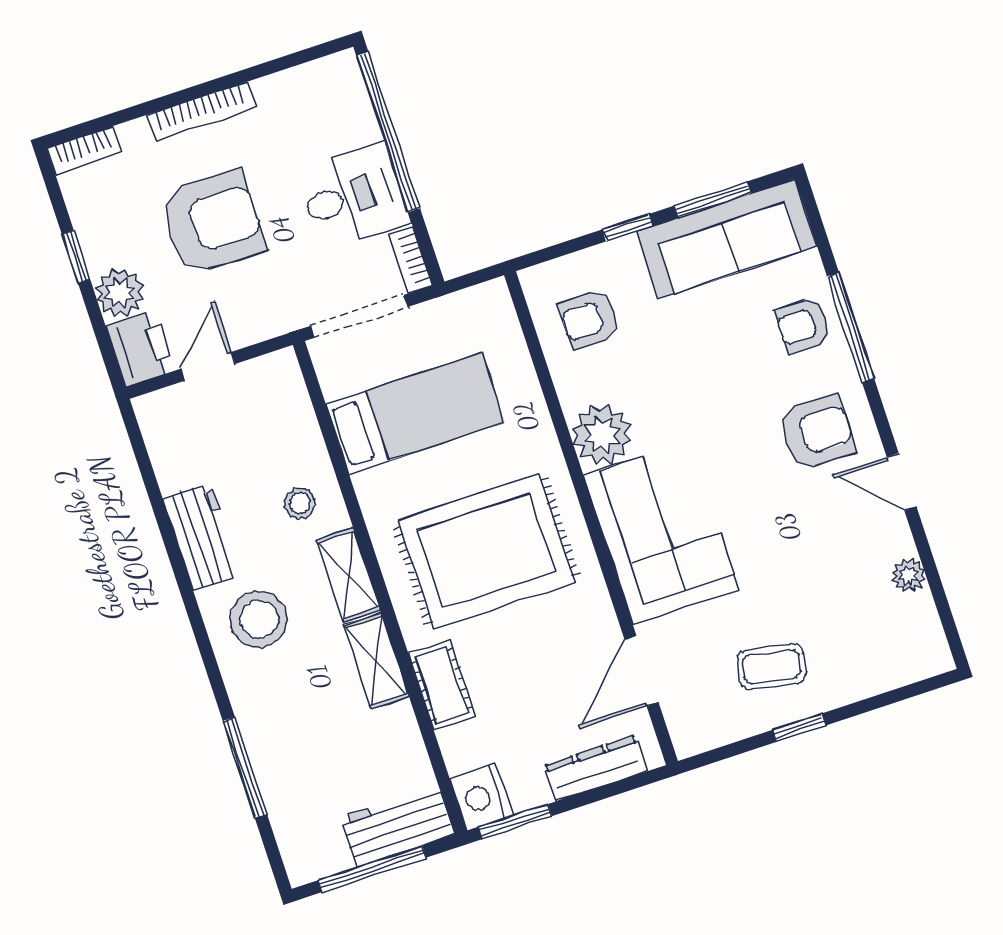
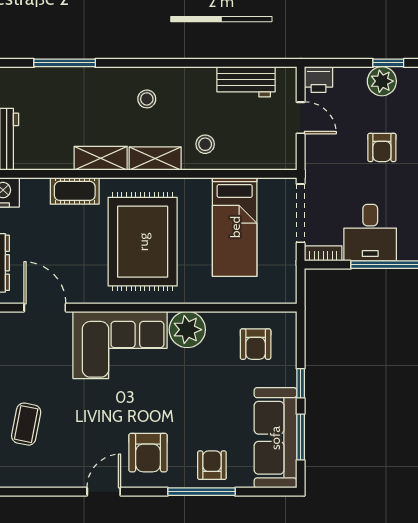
armchair: (213, 222) -> (382, 147), width x0.53, depth x0.53
plant: (120, 293) -> (382, 81), moved
armchair: (589, 319) -> (256, 344), turned 180
printer: (141, 348) -> (318, 80), width x0.73, depth x0.81
workbench: (201, 537) -> (246, 82), moved
plant: (909, 575) -> (49, 478), removed
stool: (259, 619) -> (147, 99), width x0.53, depth x0.53
coffee table: (772, 667) -> (26, 424), moved

